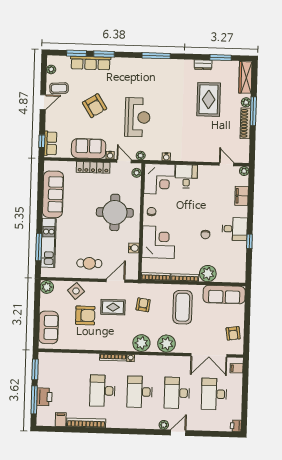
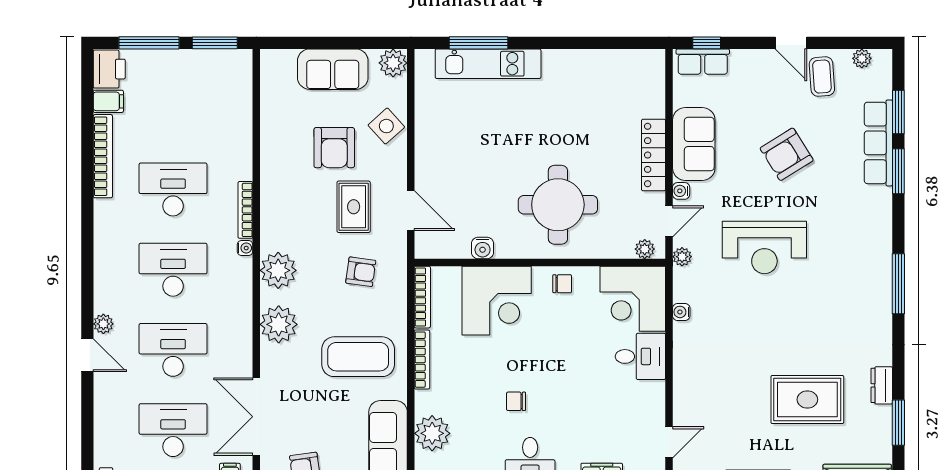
sofa: (53, 194) -> (593, 70), removed
cafe table: (89, 263) -> (447, 153), removed
plant: (208, 274) -> (432, 433), moved
sofa: (49, 327) -> (333, 69), moved
printer: (44, 397) -> (109, 69), moved, turned -90

